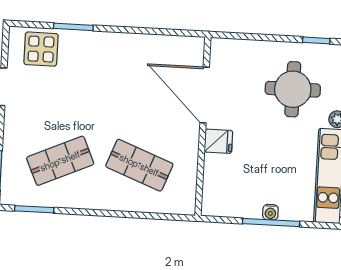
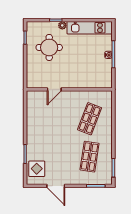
door: (205, 95) -> (54, 89), width x0.53
fridge: (218, 141) -> (76, 82), removed
shop shelf: (60, 161) -> (90, 157), turned 33

